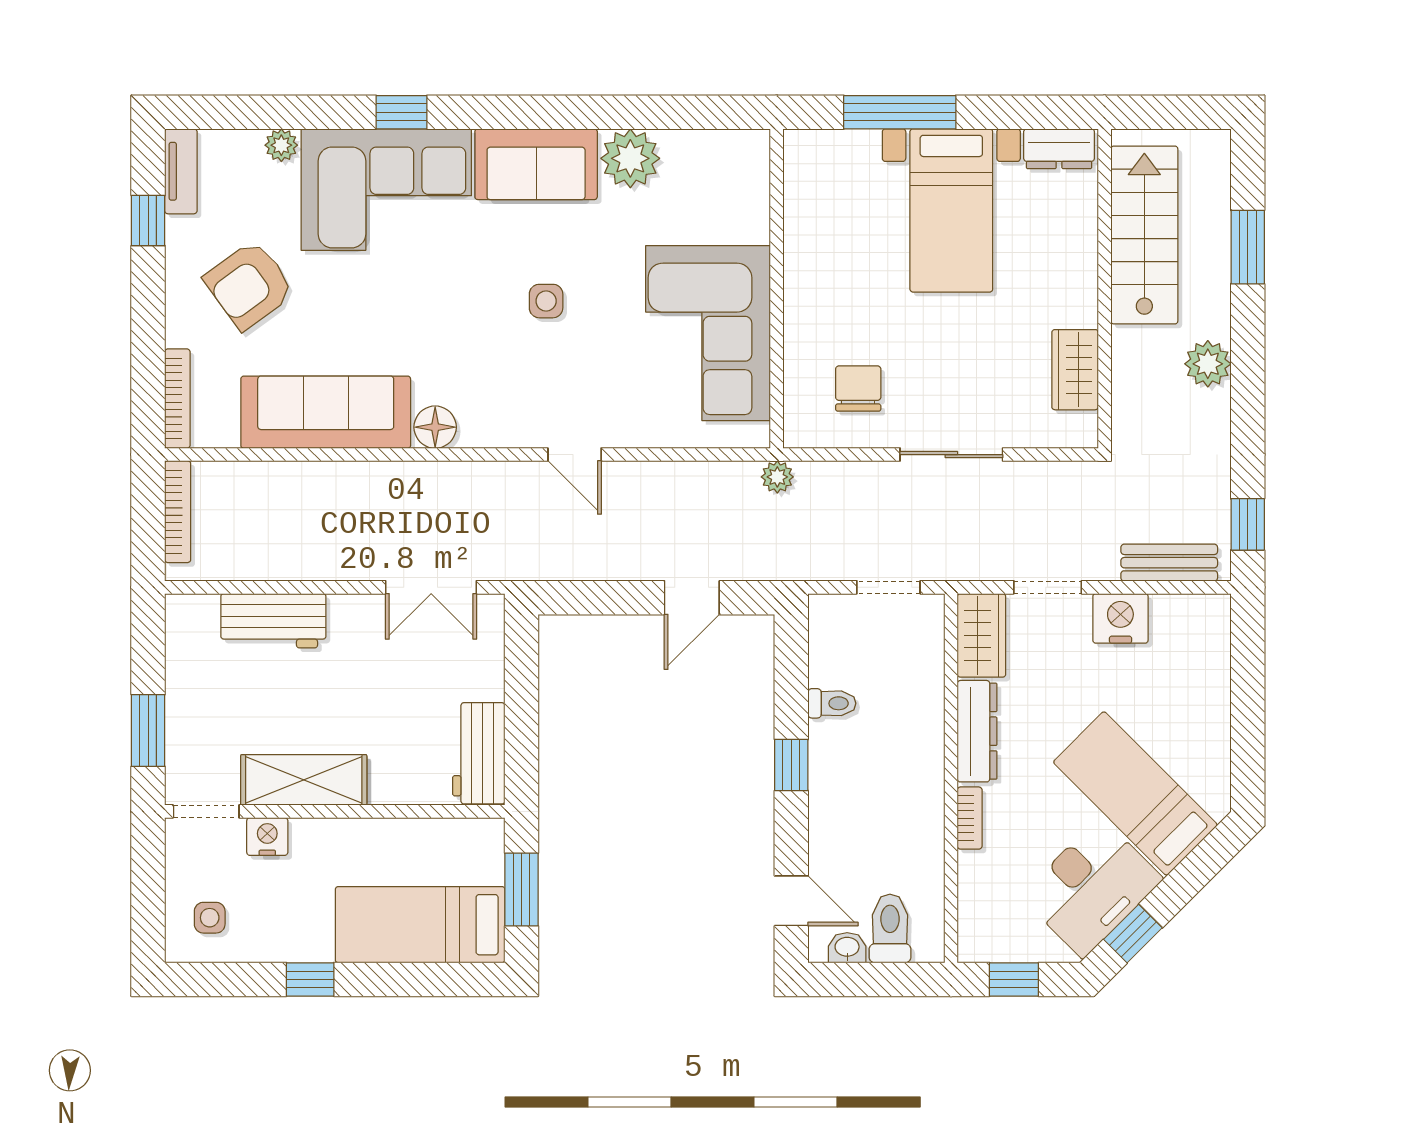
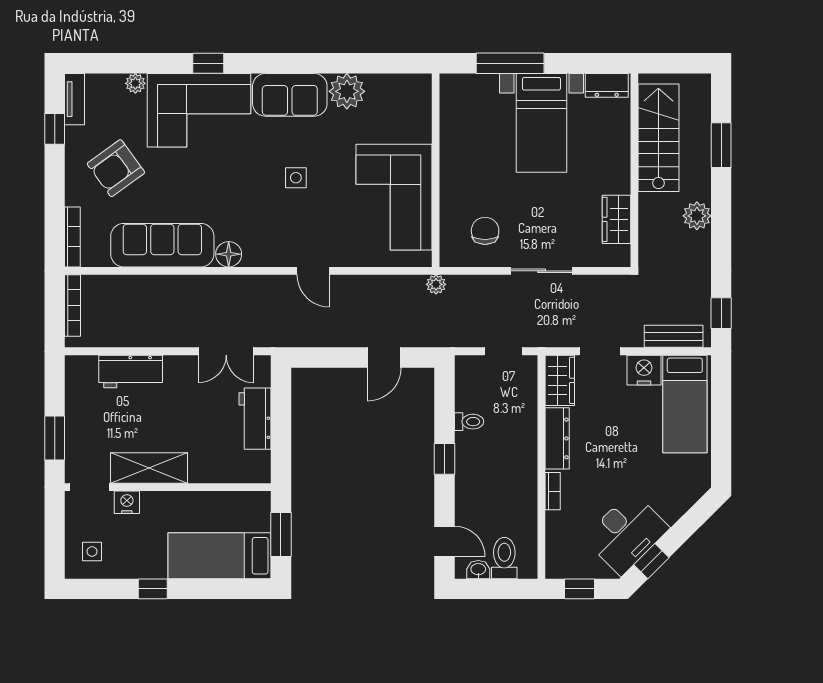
workbench: (479, 753) -> (255, 419), moved
bed: (1135, 793) -> (685, 404), moved, turned -135

